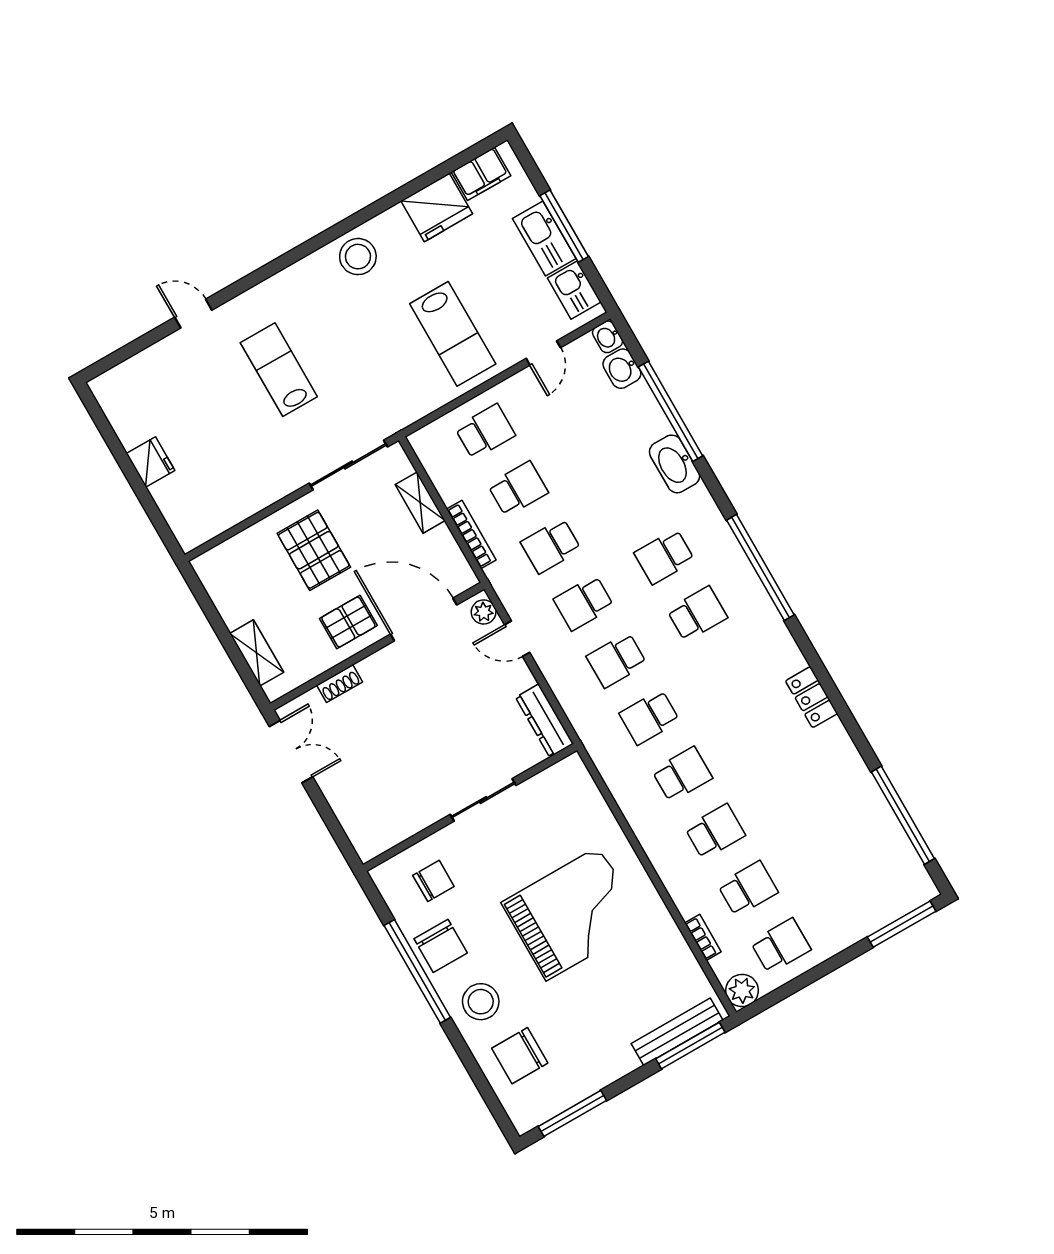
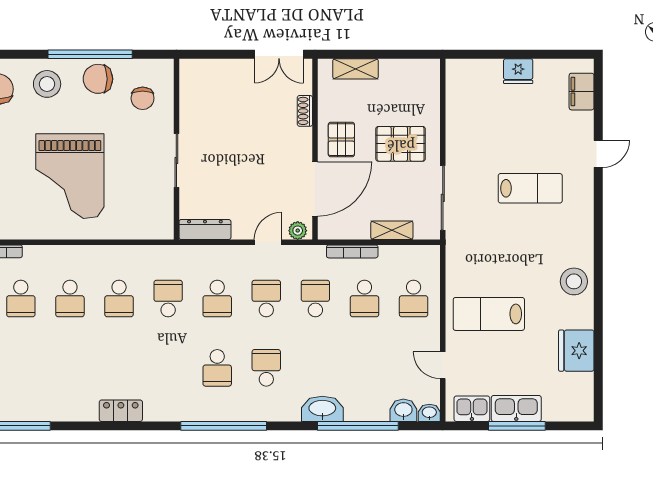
filing cabinet: (481, 174) -> (582, 92), moved
school desk: (617, 660) -> (217, 299), turned 180

